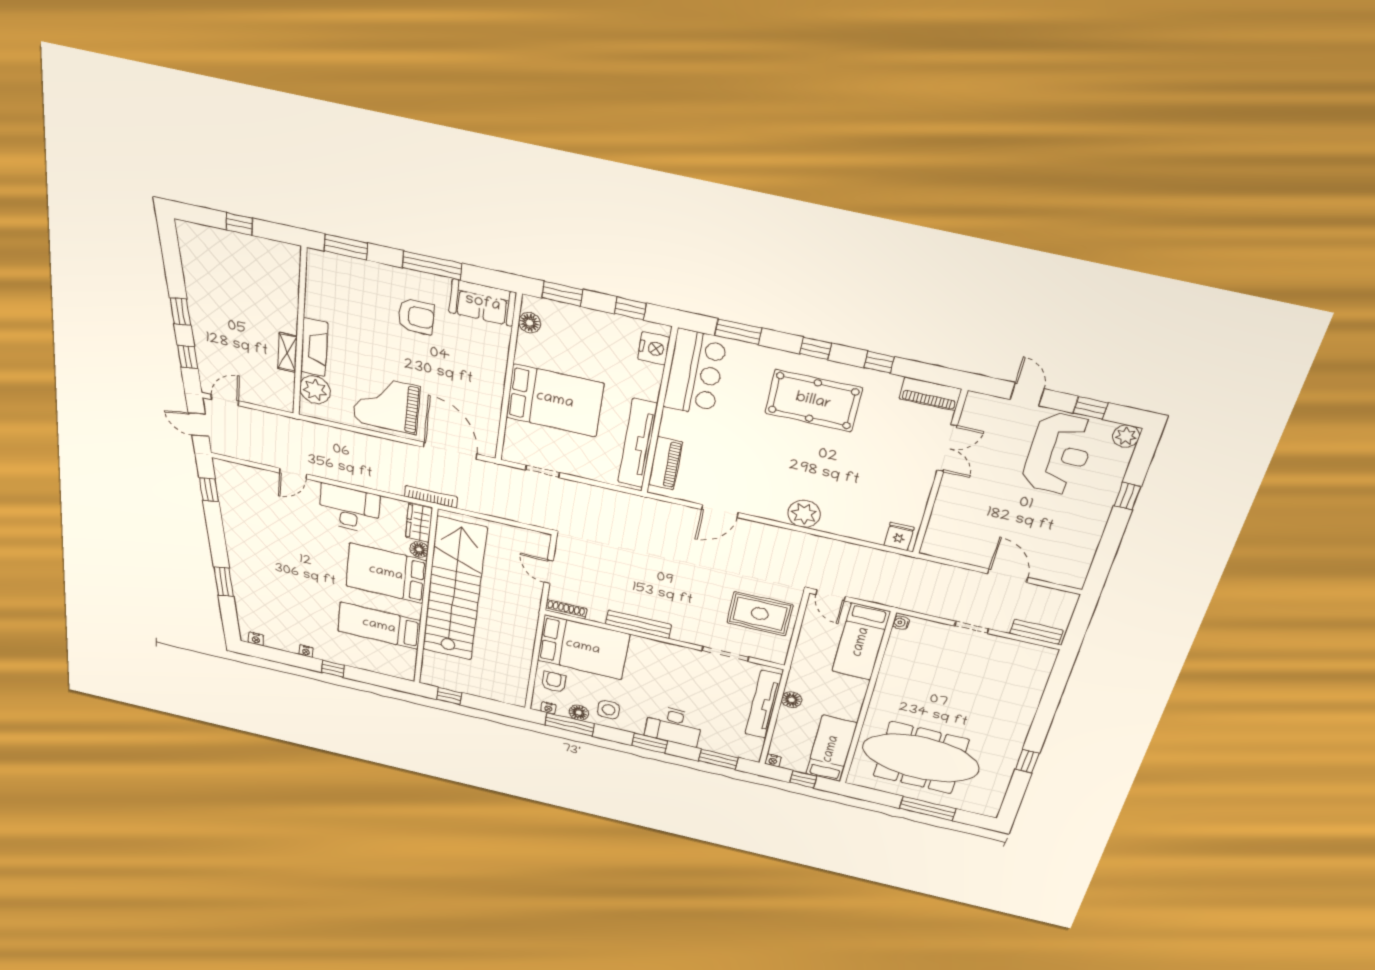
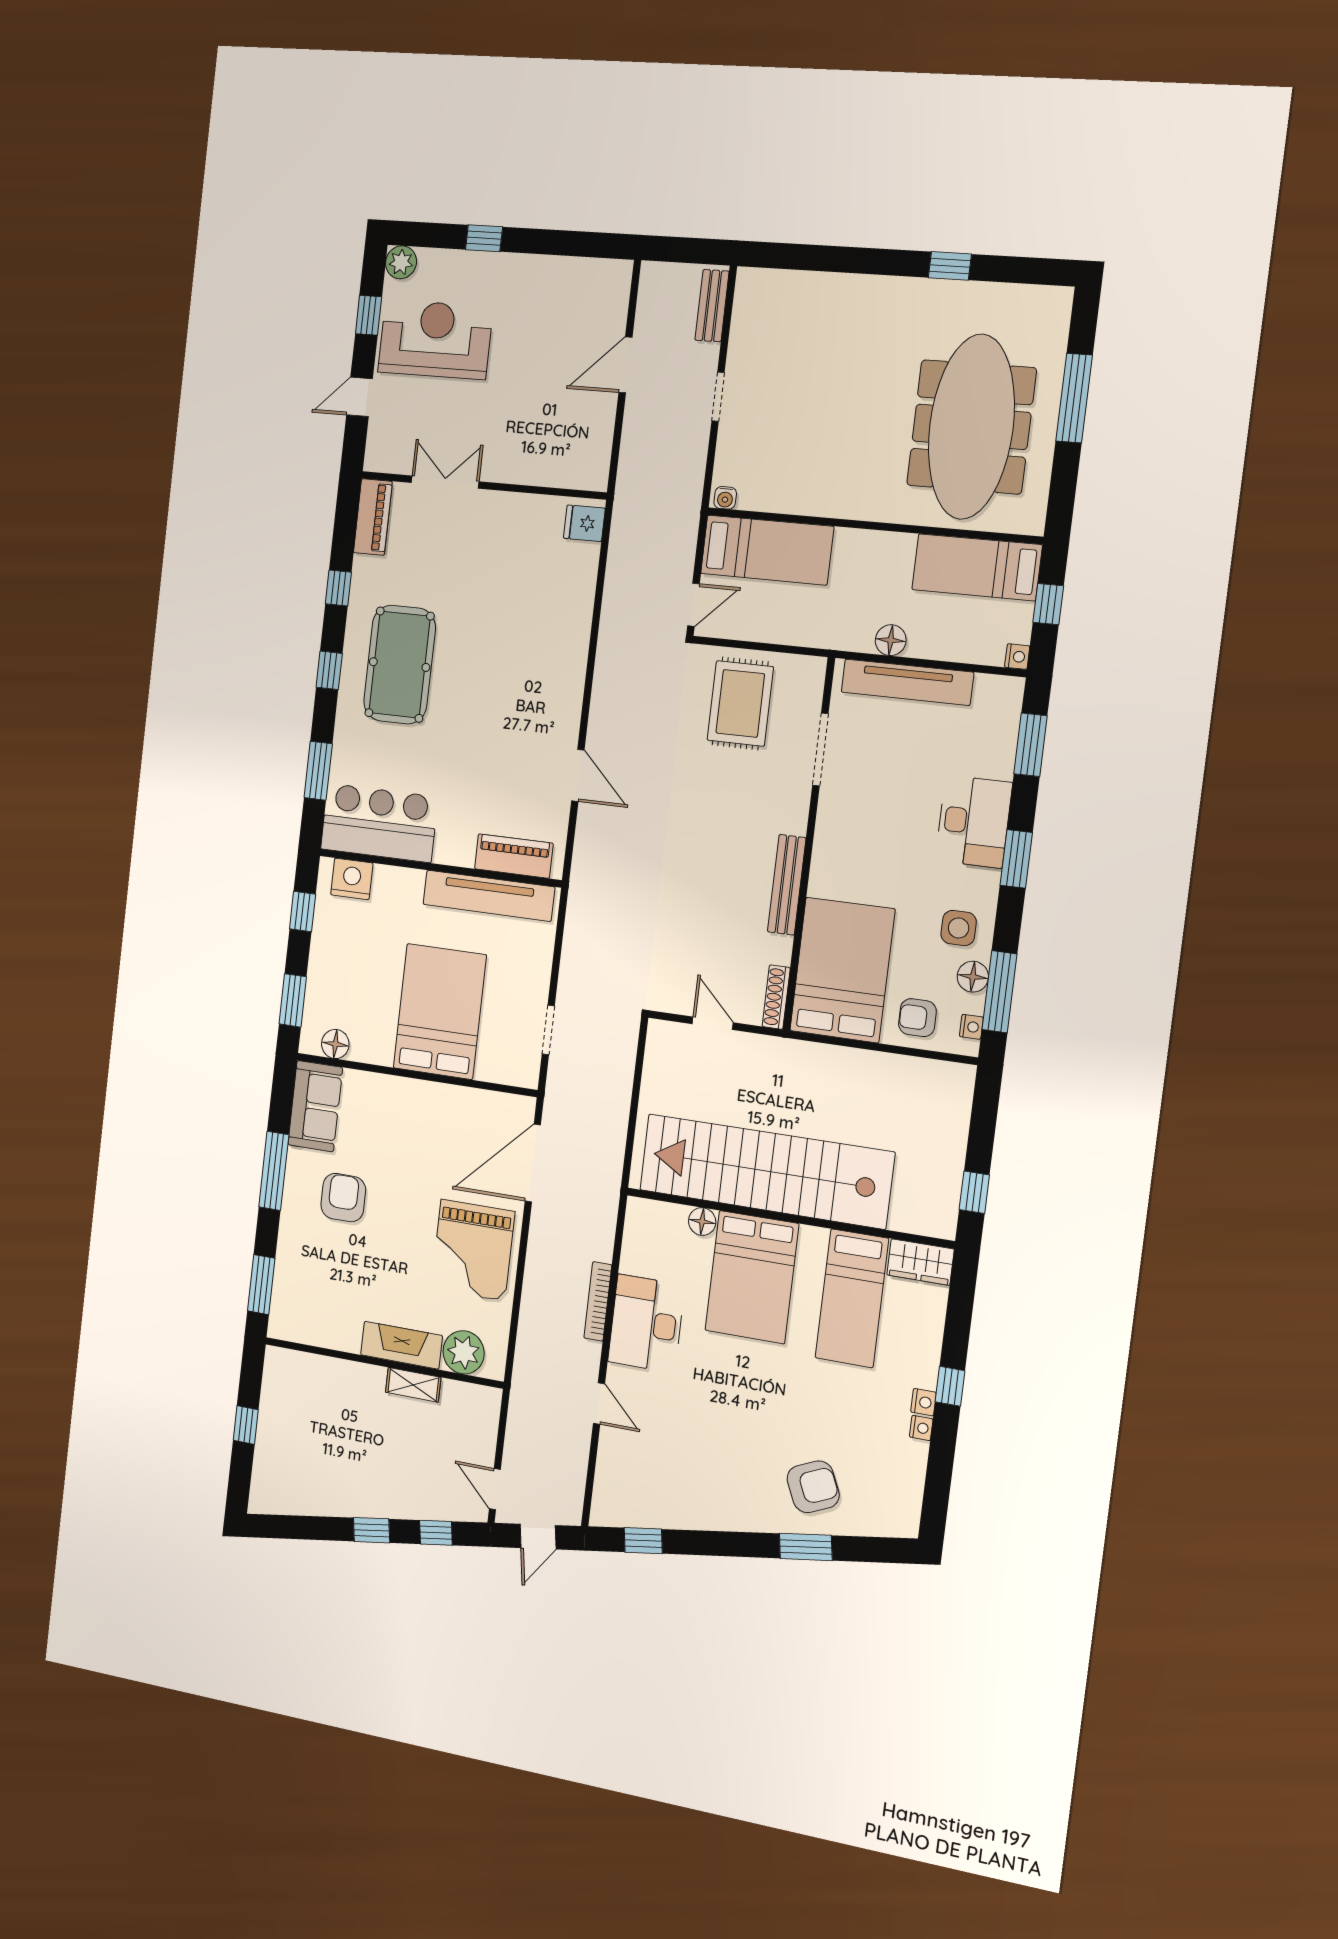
bookcase: (431, 497) -> (598, 1301), moved
plant: (804, 514) -> (566, 658), removed
wardrobe: (419, 523) -> (920, 1262), moved
door: (549, 572) -> (713, 1023), swing flipped
armchair: (261, 590) -> (813, 1487), added
nightstand: (256, 639) -> (923, 1402), moved

